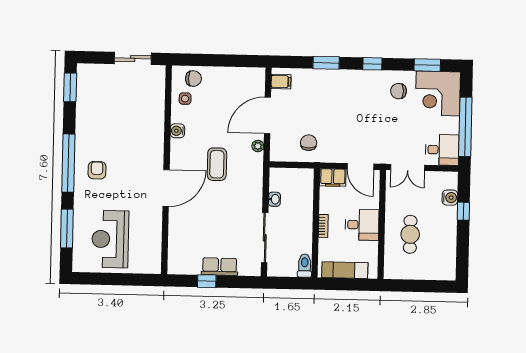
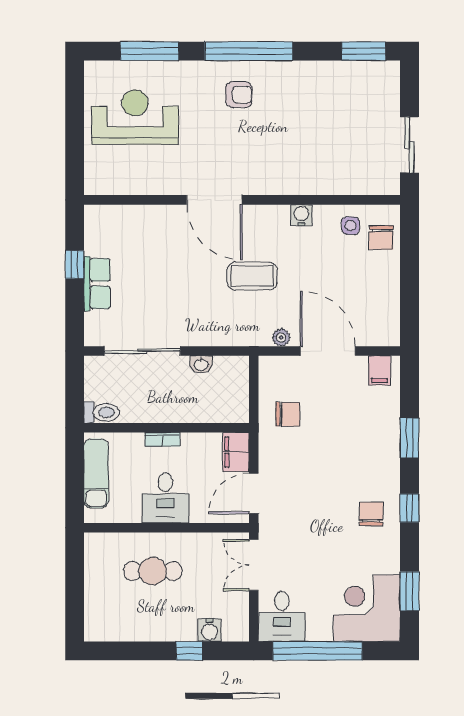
chair: (399, 91) -> (371, 514), moved

